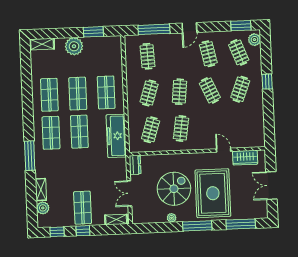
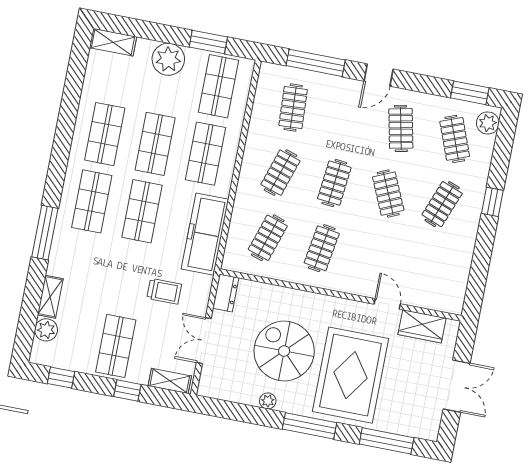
shop shelf: (105, 54) -> (219, 86), added
trolley: (102, 172) -> (164, 291), added
double door: (271, 186) -> (457, 386), swing flipped
spiral stairs: (174, 189) -> (284, 351), turned -90
window: (83, 231) -> (127, 390), moved

